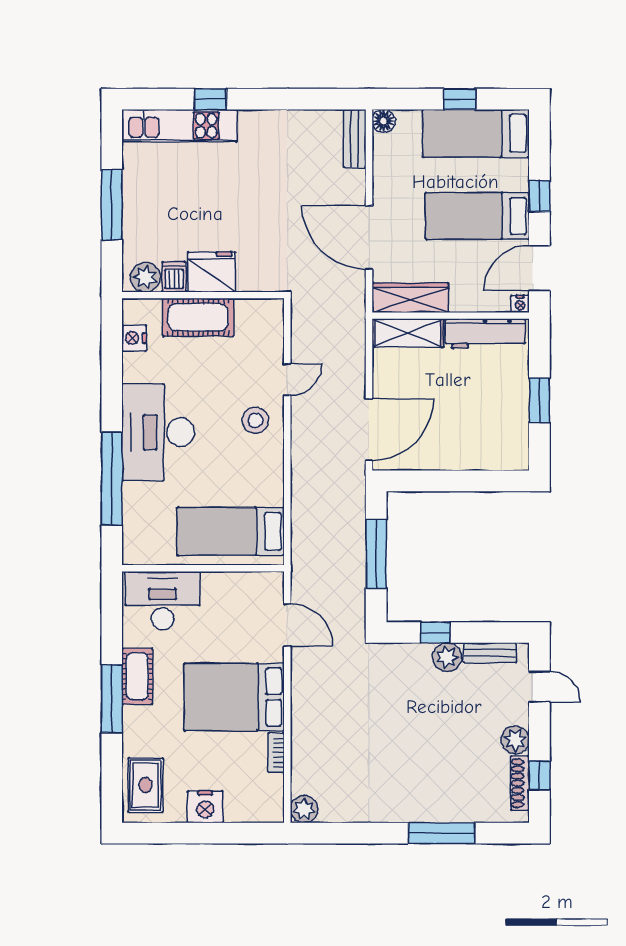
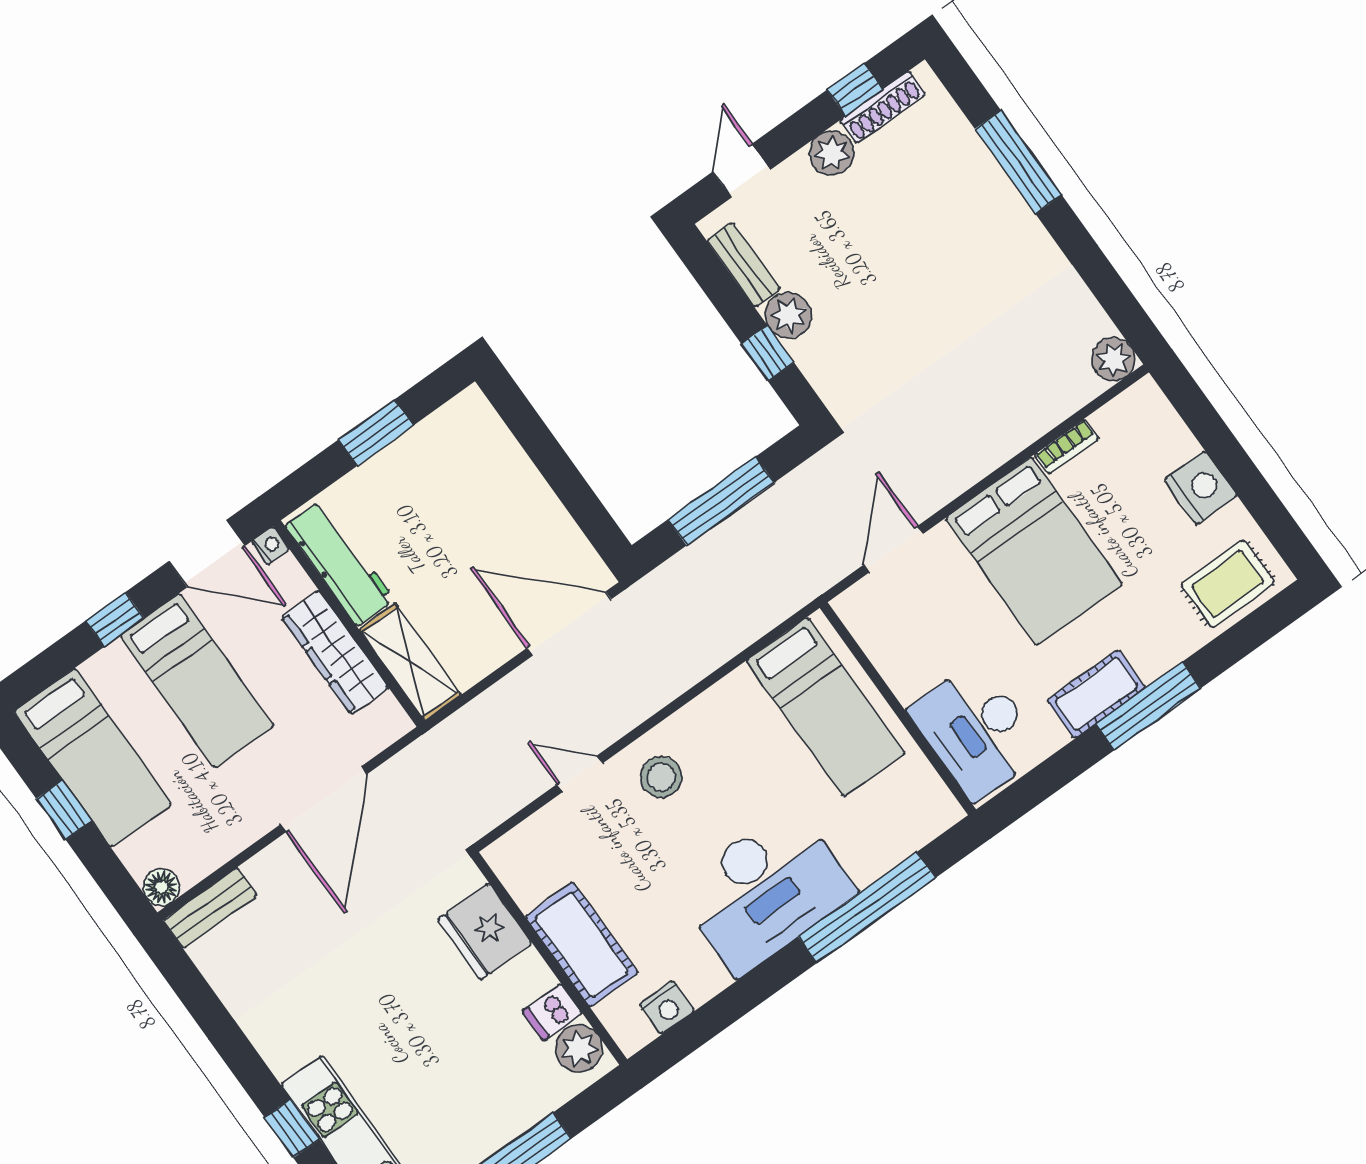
fridge: (212, 272) -> (485, 931), moved
wardrobe: (410, 298) -> (335, 652), moved

